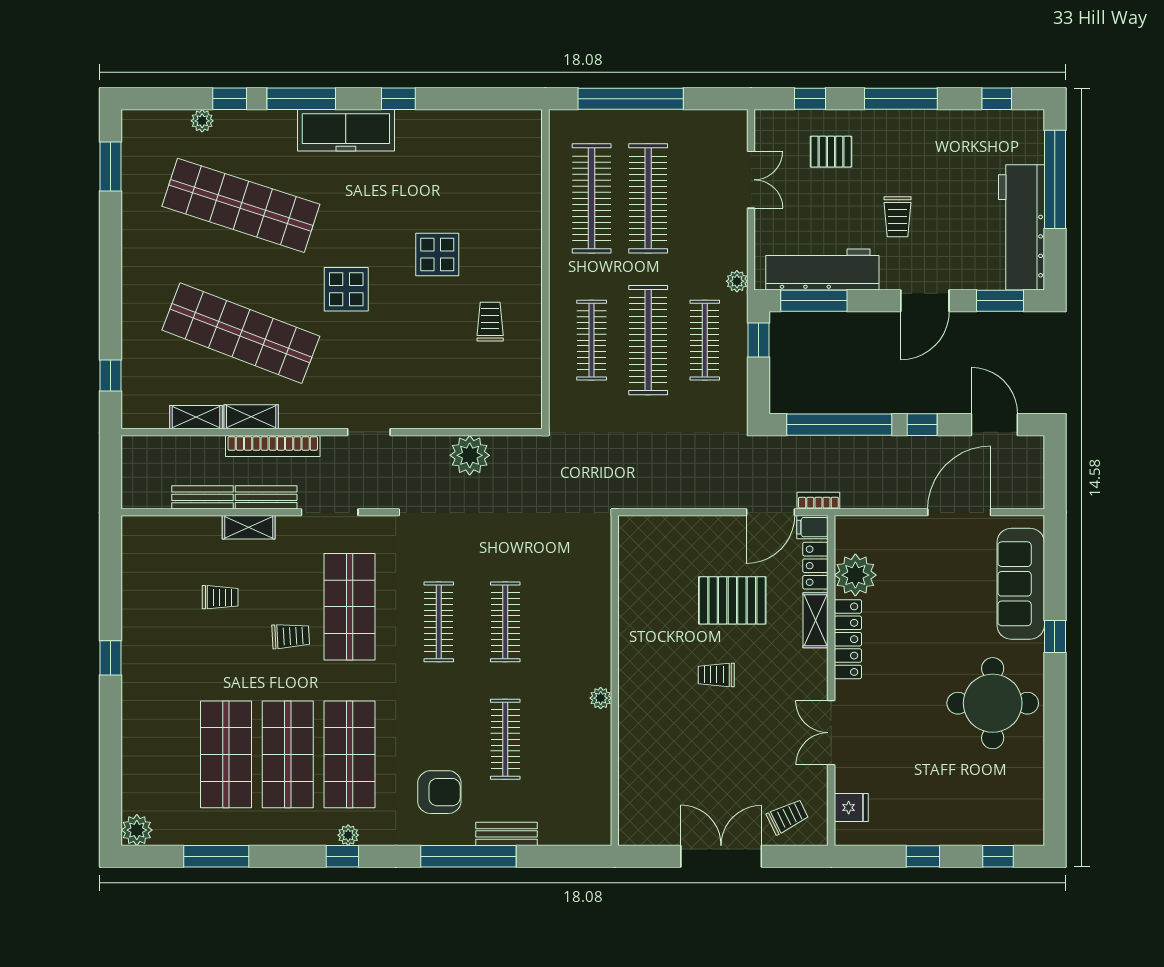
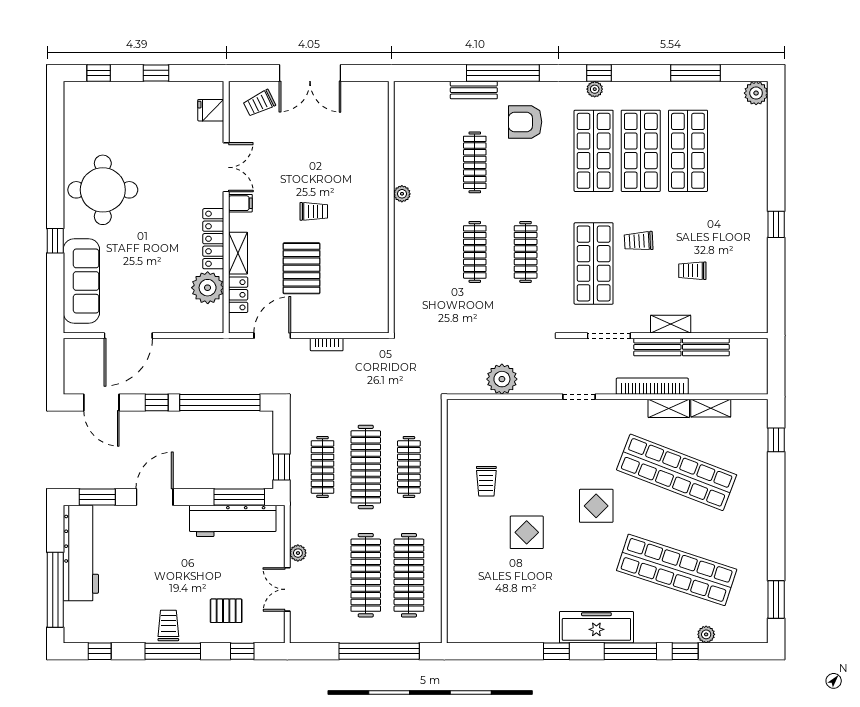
trolley: (897, 217) -> (168, 626), moved
plant: (737, 281) -> (298, 553), moved
bookcase: (818, 501) -> (327, 345), moved
filing cabinet: (812, 527) -> (240, 203), moved
pallet: (732, 600) -> (302, 268), turned 90

